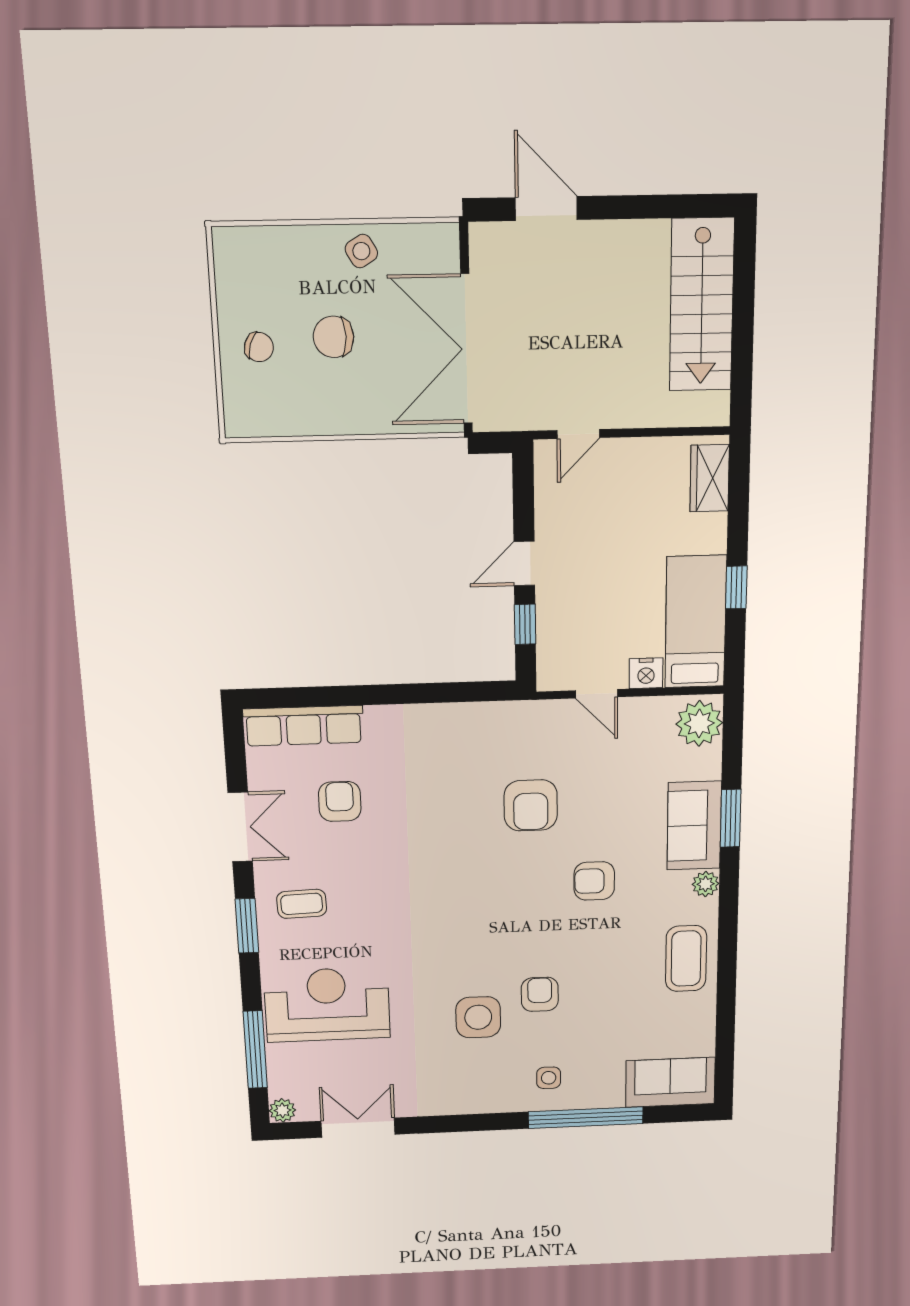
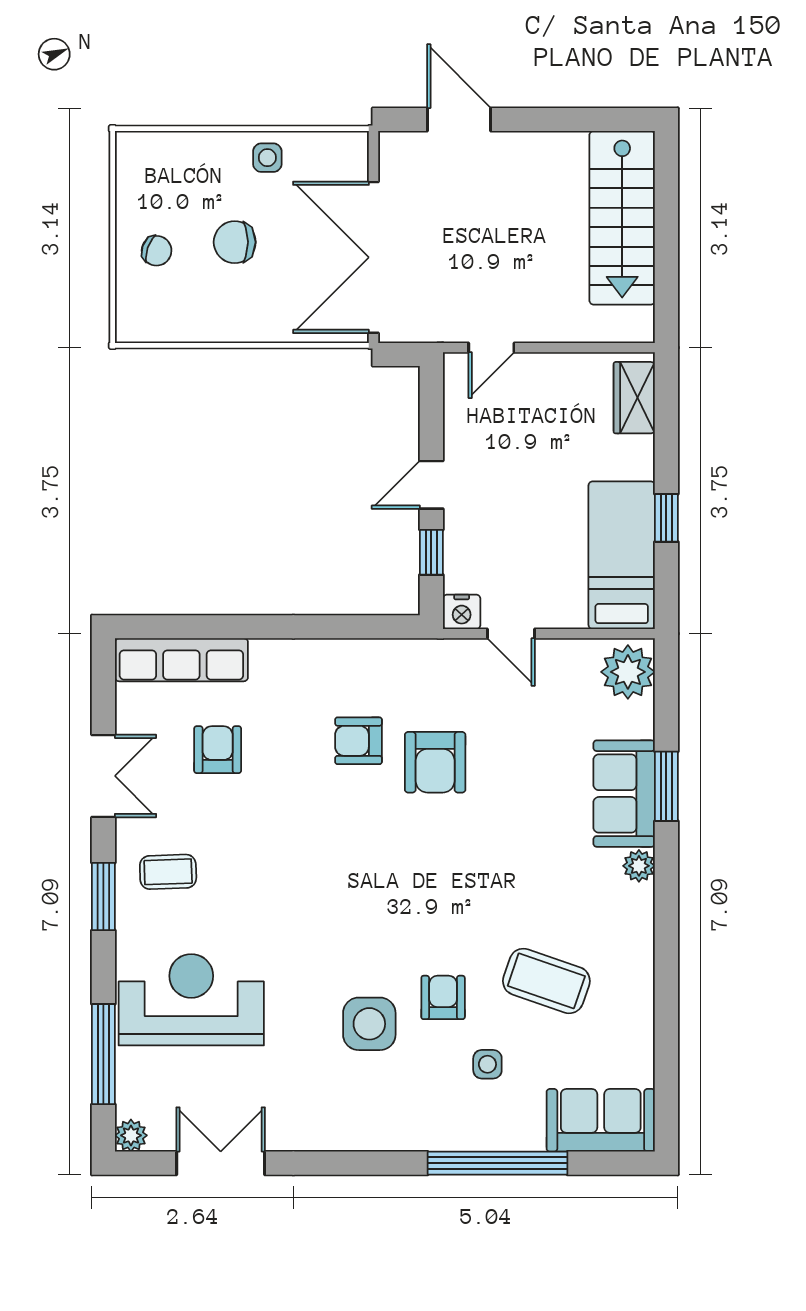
side table: (361, 251) -> (267, 158), turned 31
nightstand: (646, 673) -> (462, 612), moved
armchair: (594, 881) -> (359, 741), moved
coffee table: (686, 959) -> (546, 981), moved, turned -71
side table: (549, 1078) -> (487, 1064), moved

